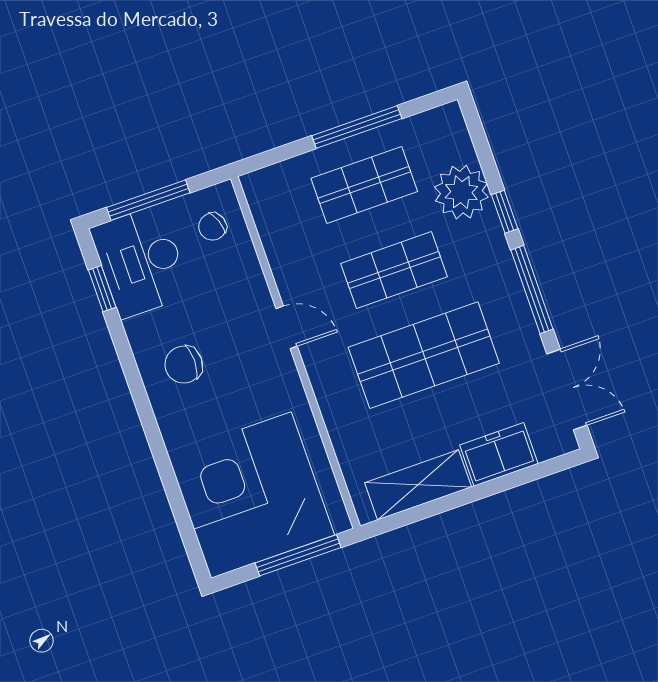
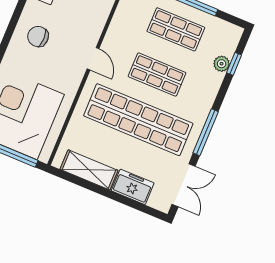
plant: (461, 192) -> (222, 64), width x0.53, depth x0.53
window: (505, 212) -> (234, 64), moved
shop shelf: (424, 355) -> (138, 120), width x1.40

